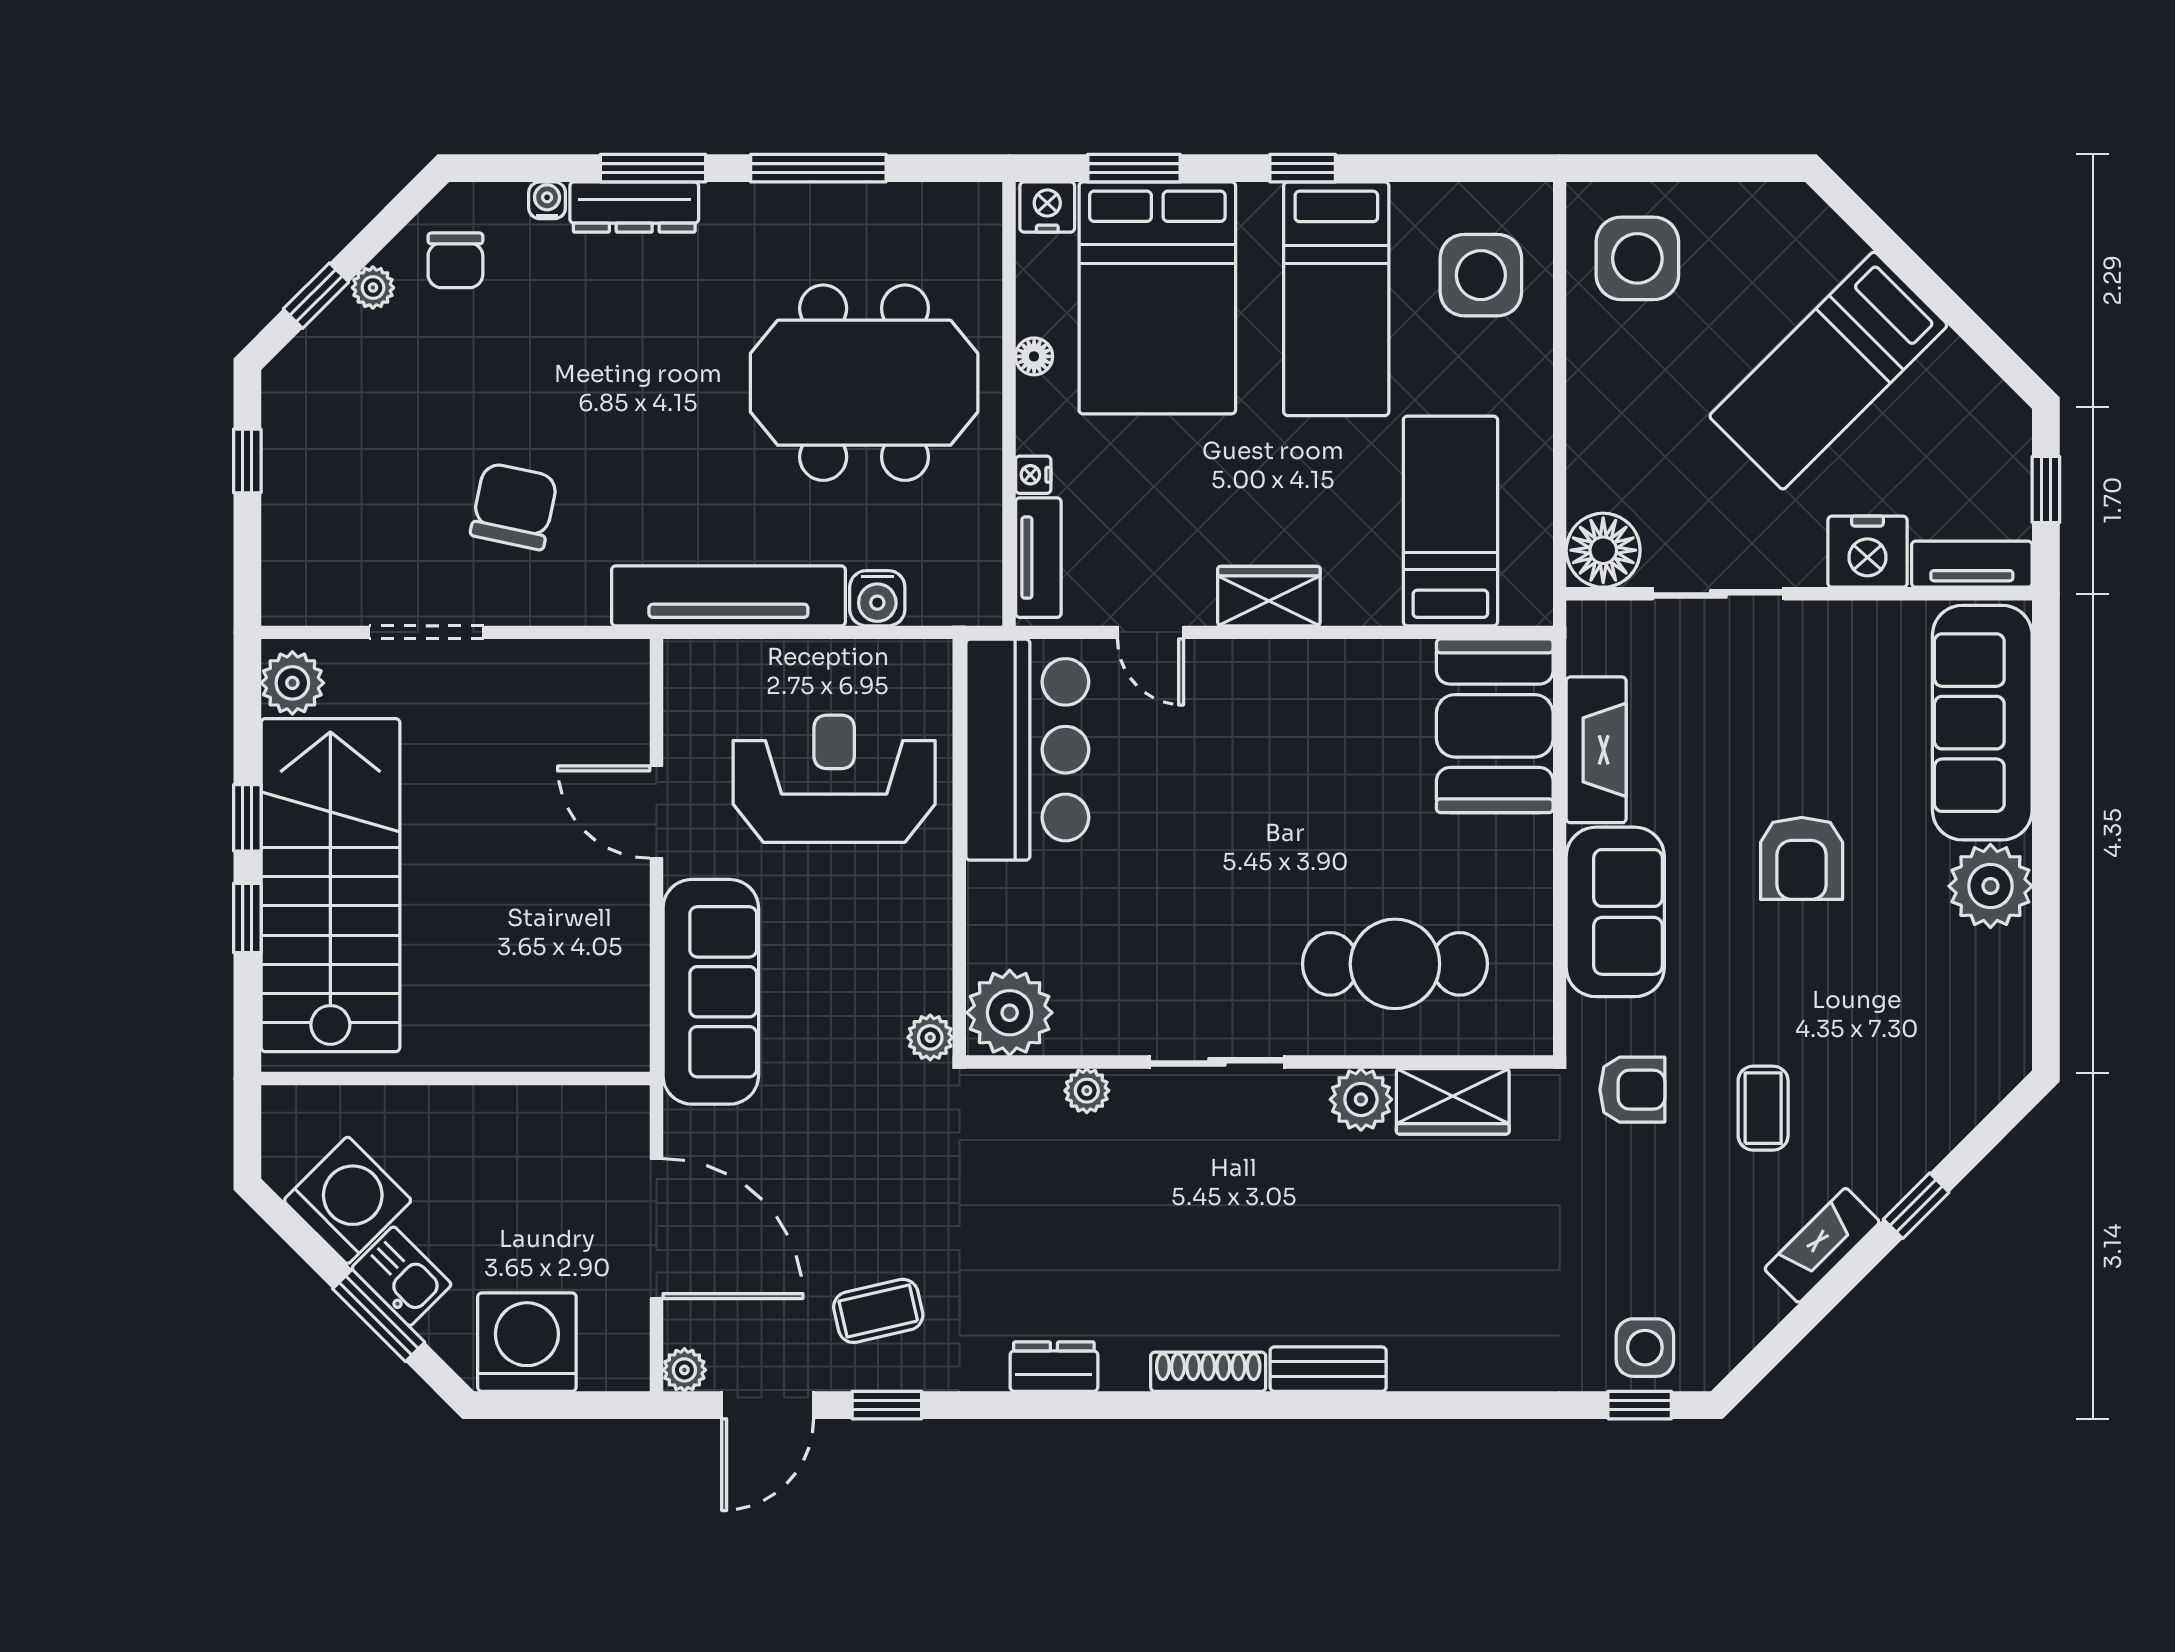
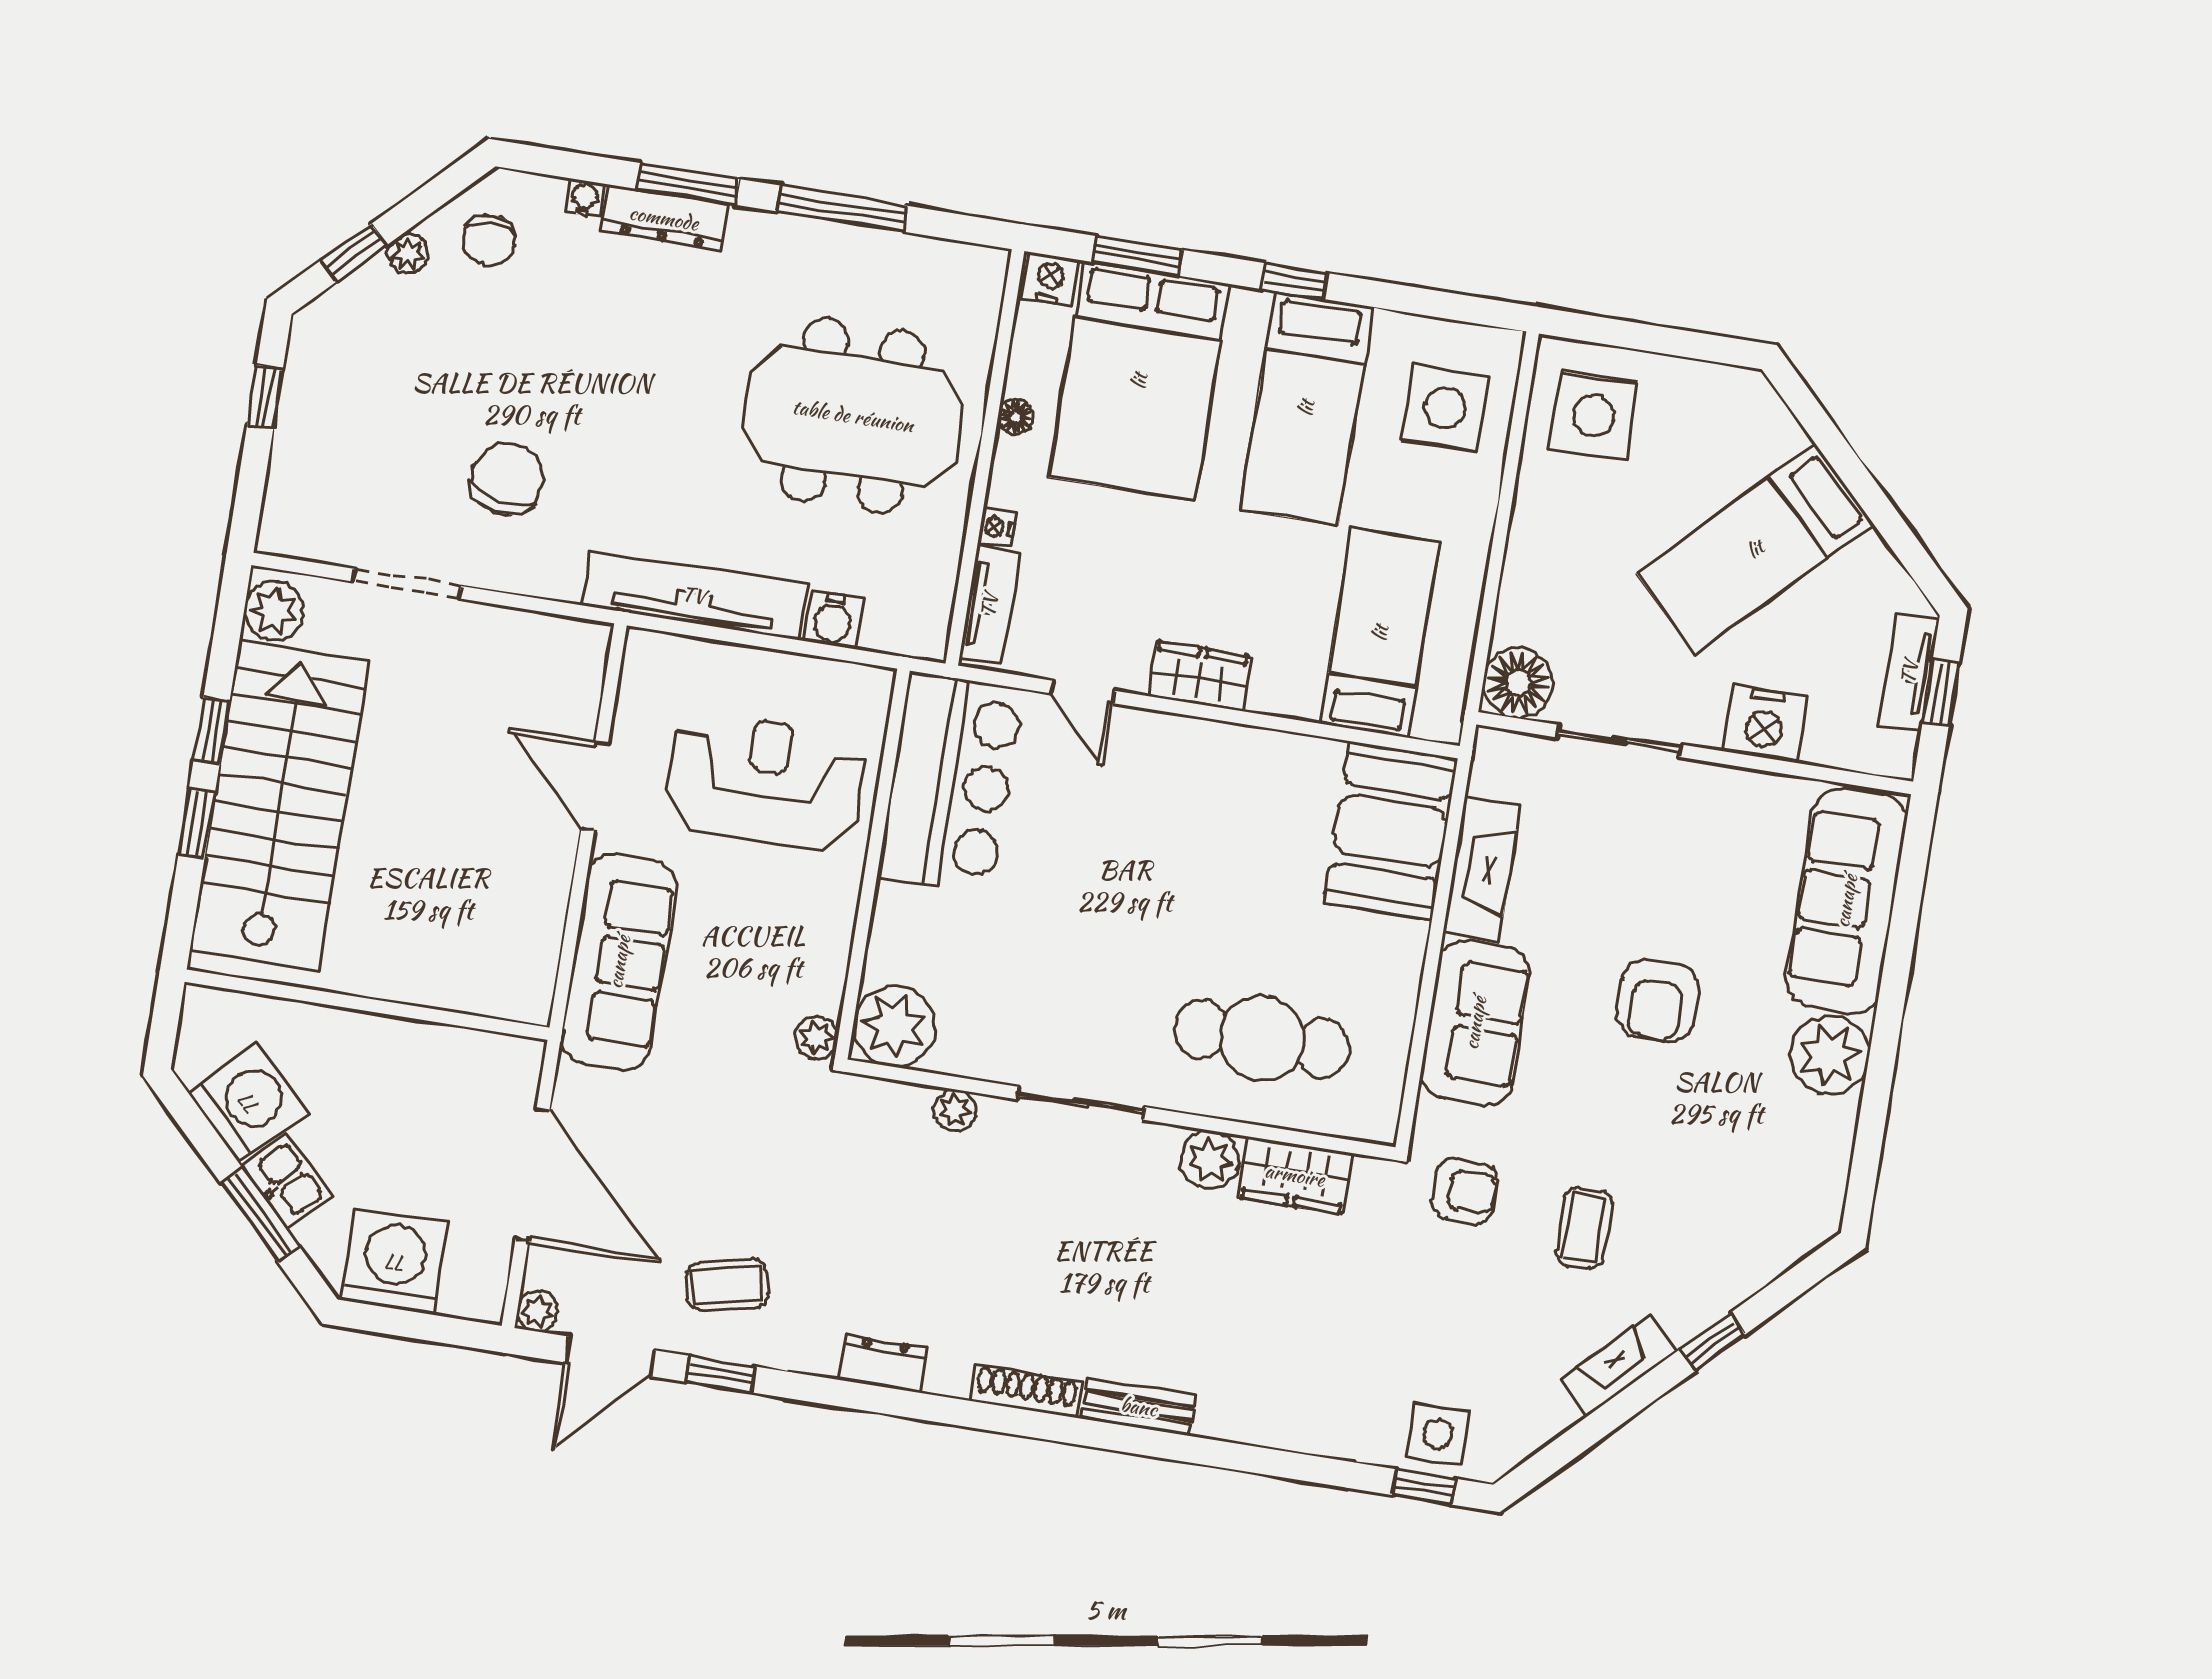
tv unit: (1972, 564) -> (1909, 672), moved, turned -90

